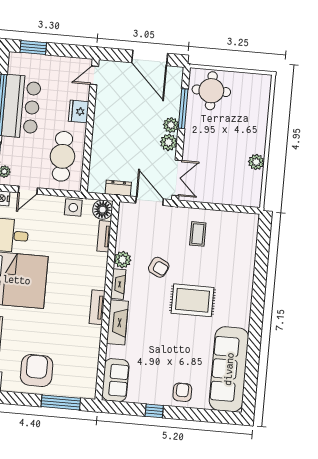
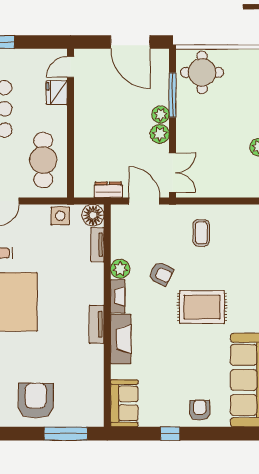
fridge: (79, 111) -> (57, 93), moved

